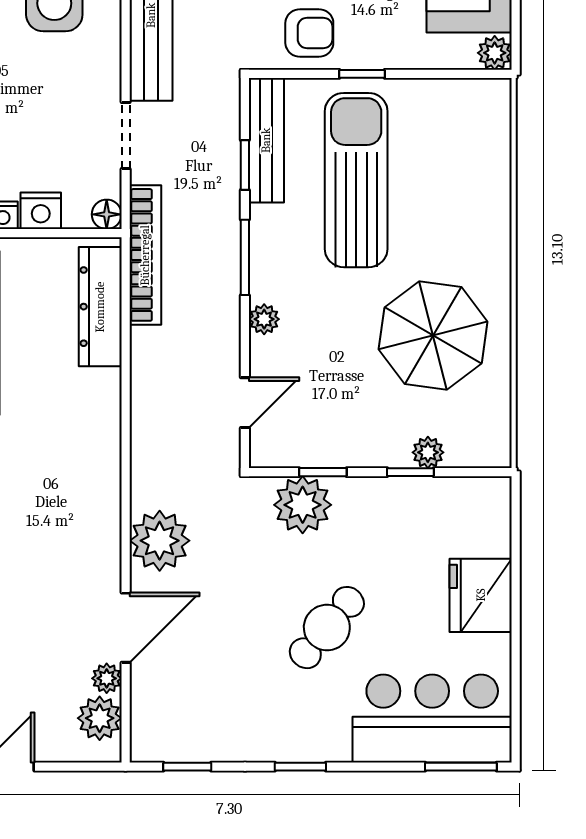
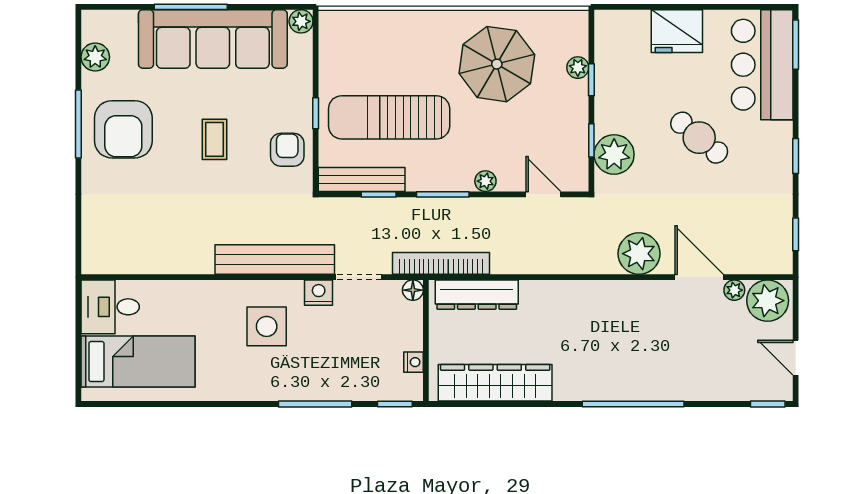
nightstand: (41, 211) -> (319, 293), moved, turned -90
plant: (100, 718) -> (768, 301), width x1.36, depth x1.36

